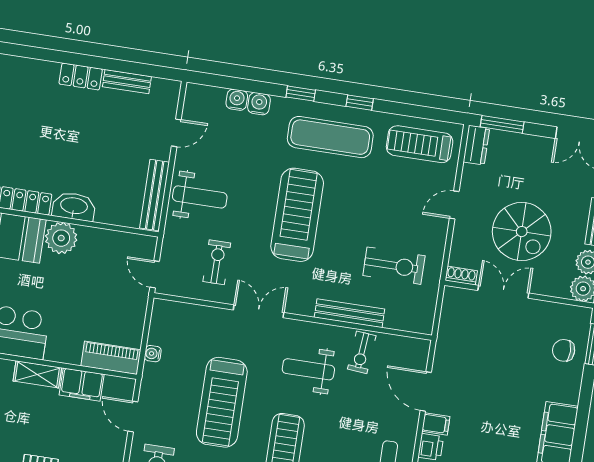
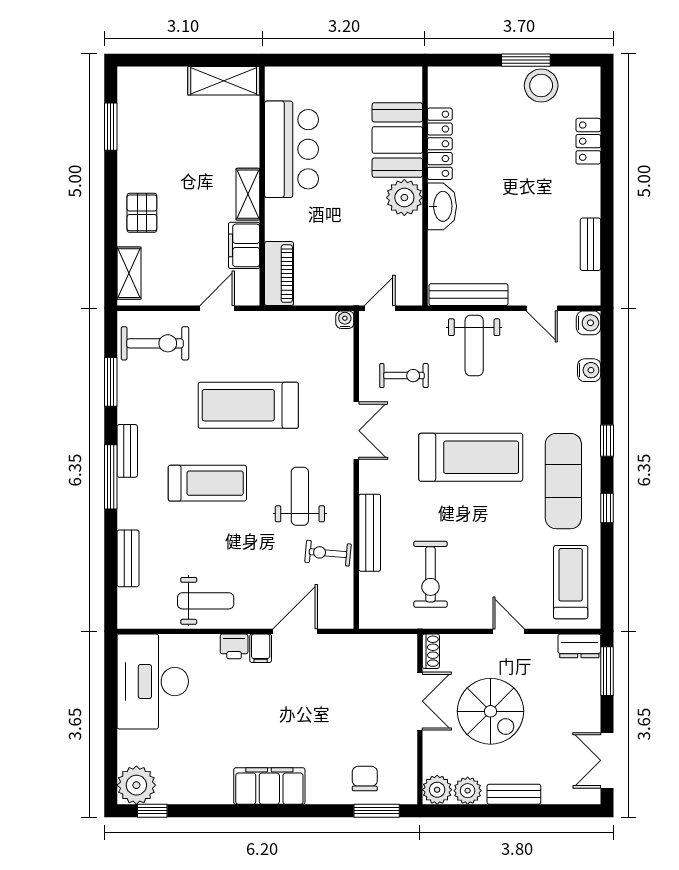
locker: (81, 77) -> (588, 141), moved
water cooler: (259, 104) -> (589, 323), moved
spiral stairs: (522, 232) -> (491, 711), turned -90
water cooler: (153, 354) -> (345, 320), moved

